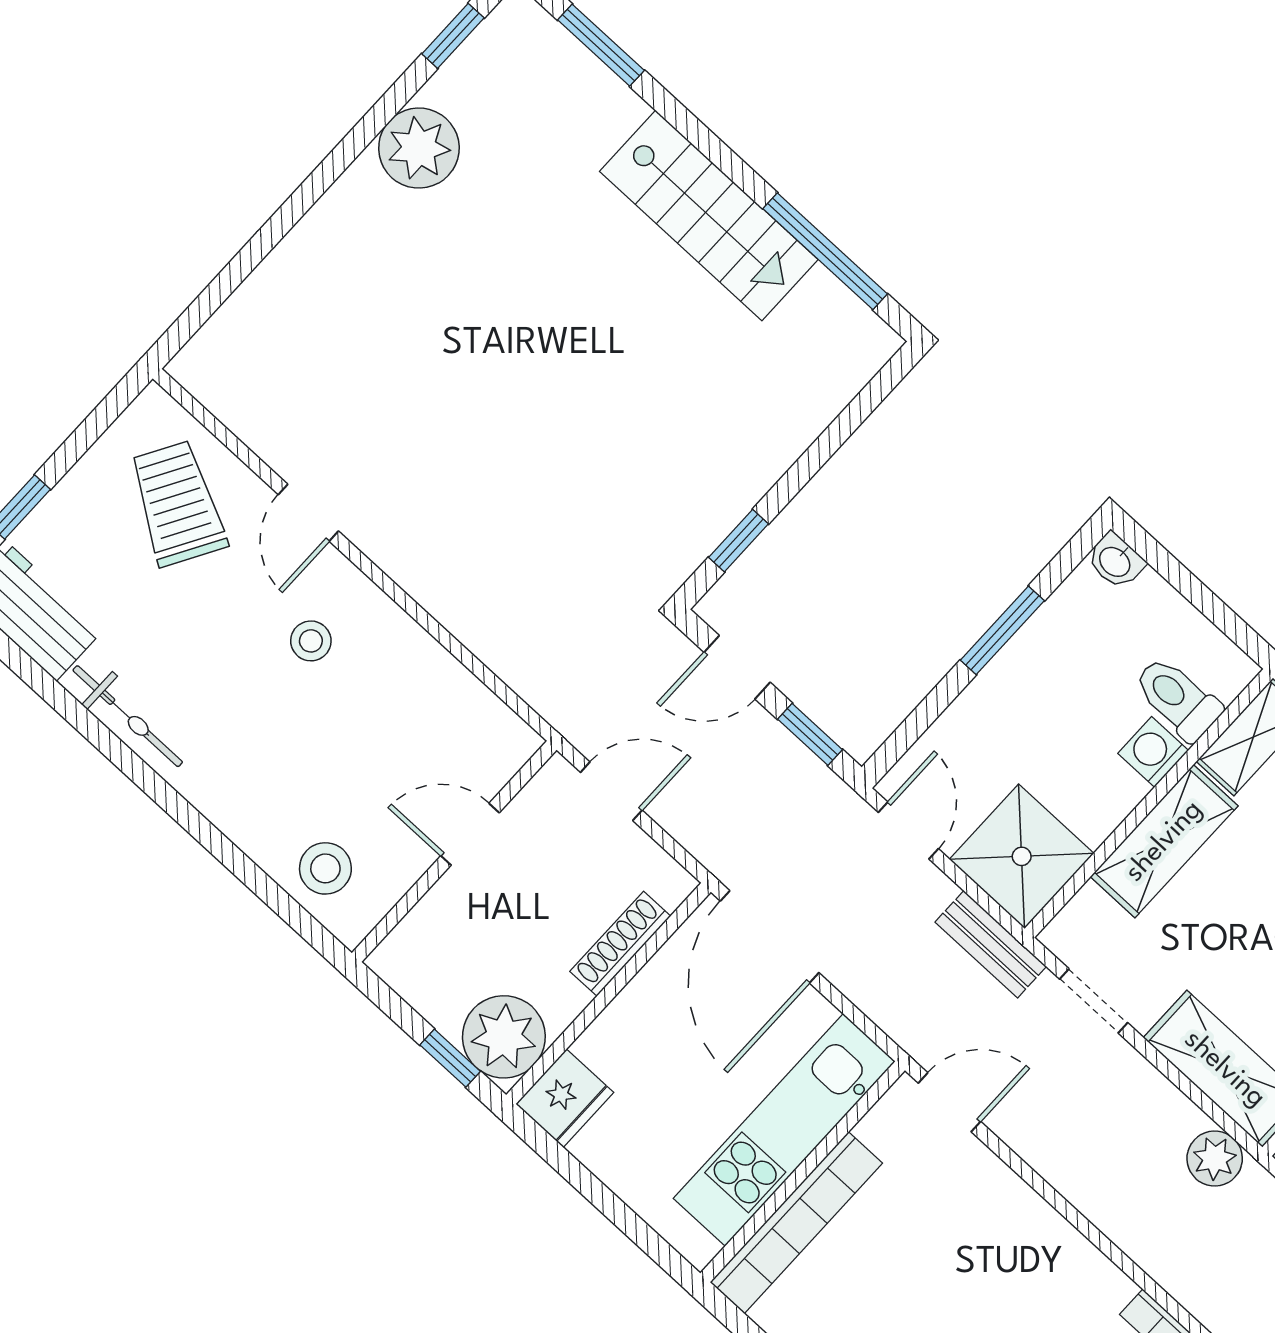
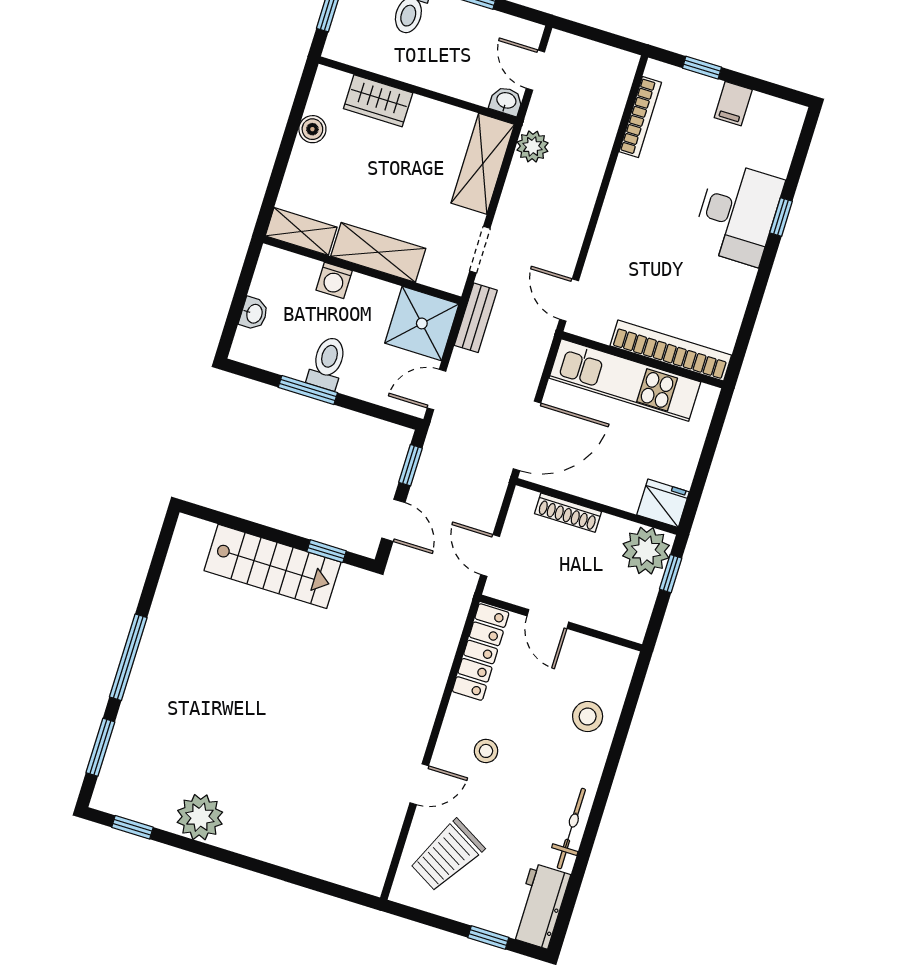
stairs: (709, 216) -> (272, 566), moved, turned 90
window: (825, 251) -> (128, 657), moved
washbasin: (1116, 561) -> (254, 314), moved
toilet: (1177, 698) -> (327, 363), moved, turned 180
locker: (468, 705) -> (481, 652), added
stool: (325, 868) -> (588, 716), moved

